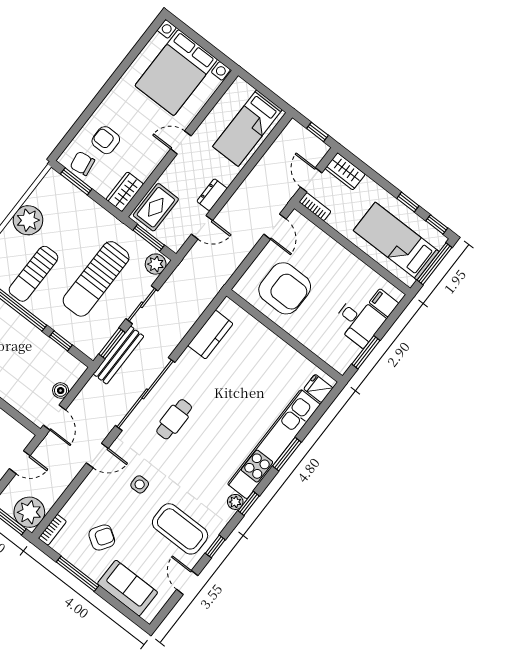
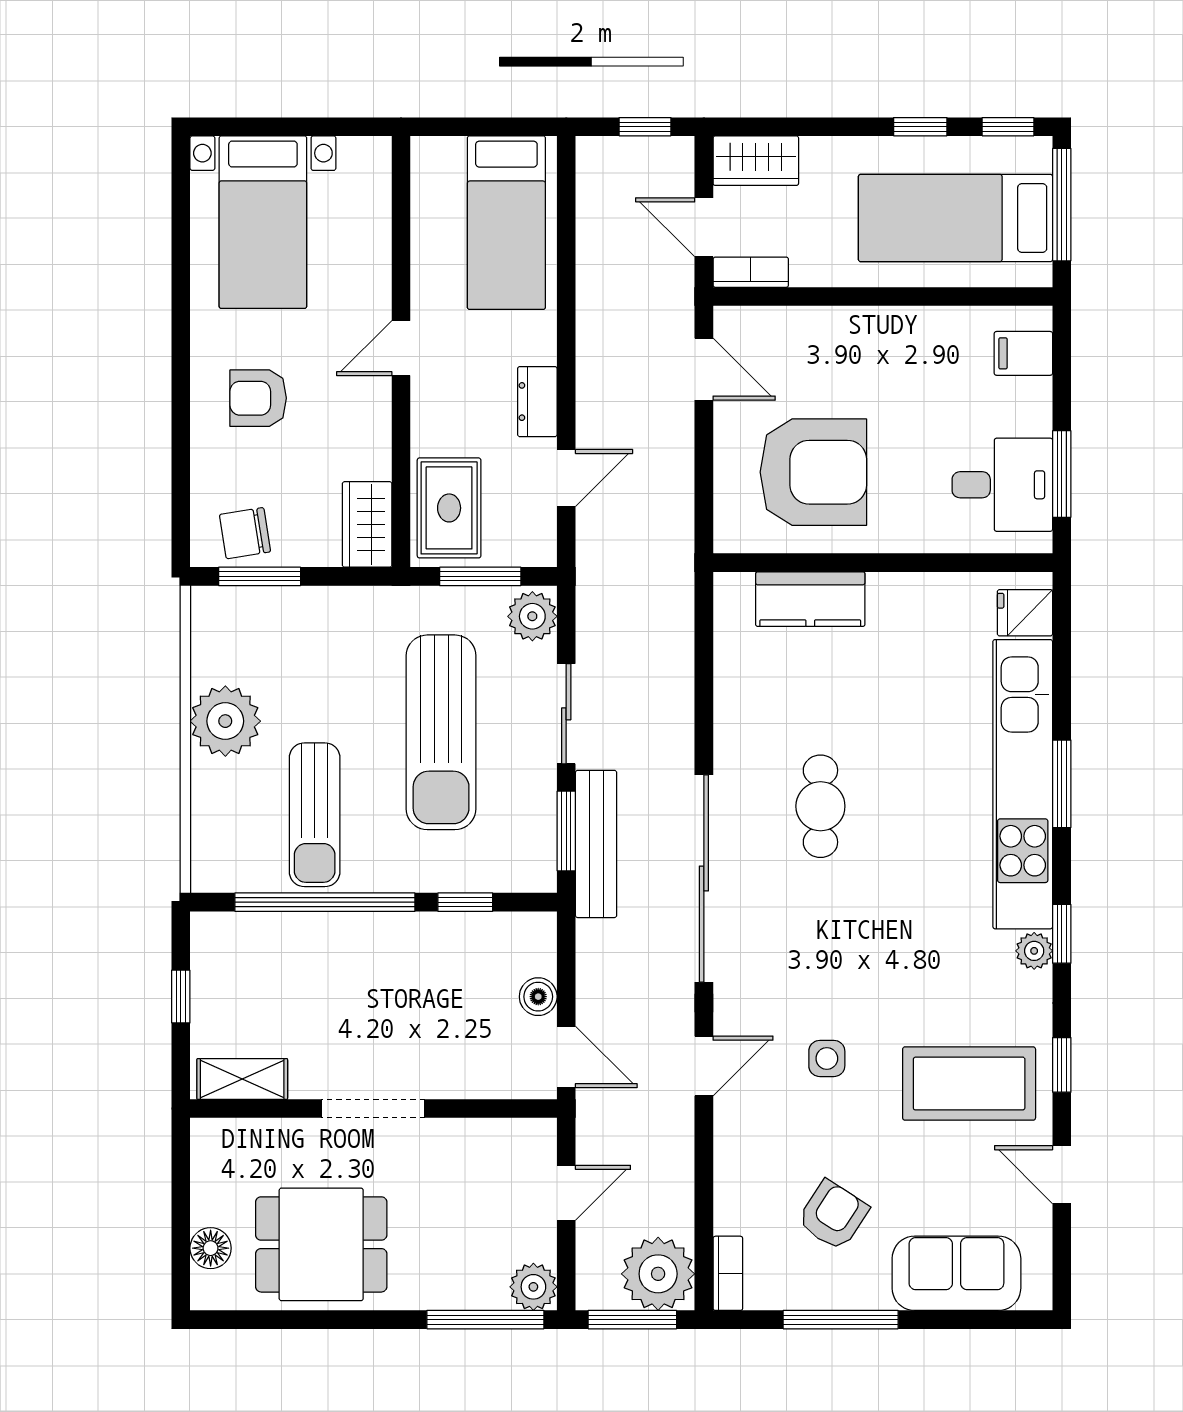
bed with nightstands: (176, 73) -> (263, 222), width x0.73
armchair: (106, 140) -> (258, 398), moved
desk: (359, 321) -> (1002, 485), moved
kitchen counter: (210, 335) -> (810, 599), moved, turned 90
cafe table: (174, 419) -> (820, 806), moved

